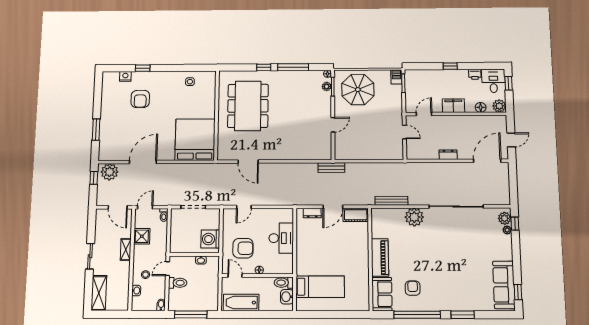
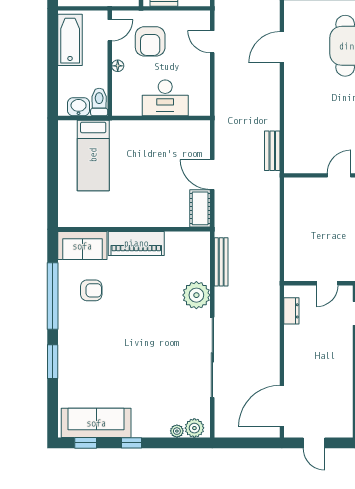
door: (333, 125) -> (339, 175), swing flipped
dresser: (448, 155) -> (291, 311), moved
door: (487, 161) -> (282, 406), swing flipped
bench: (331, 168) -> (272, 151), moved
dresser: (312, 213) -> (203, 144), removed
window: (515, 224) -> (131, 443), moved

